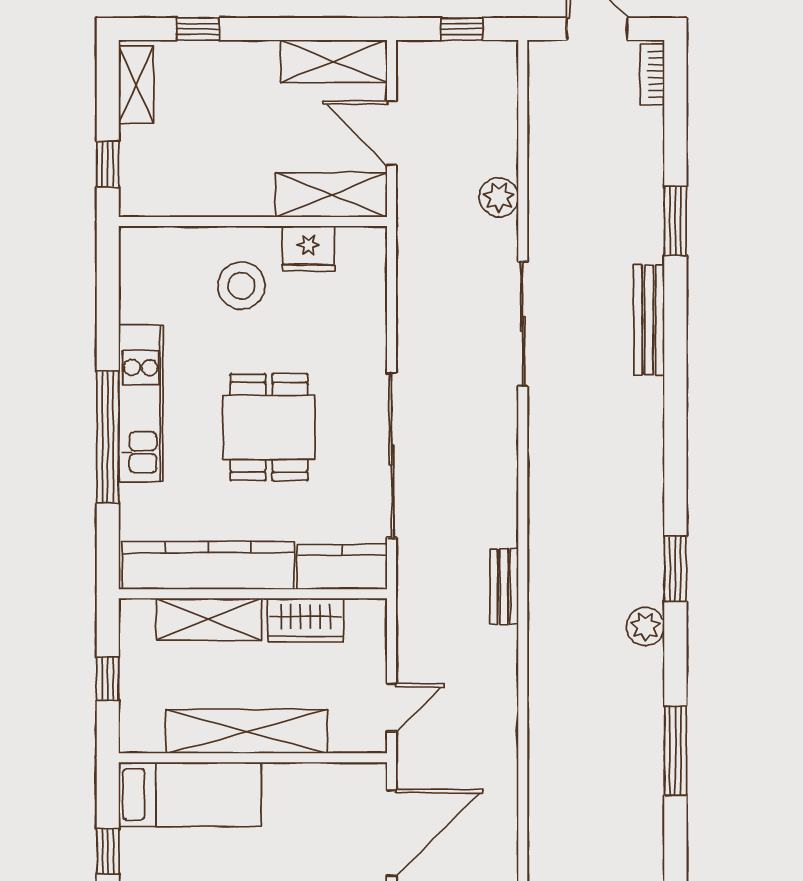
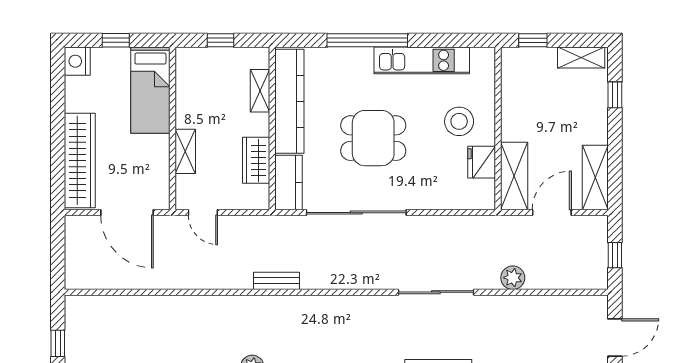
kitchen unit: (141, 404) -> (422, 60), moved
shelving: (209, 619) -> (260, 91), width x0.67, depth x0.75
shelving: (247, 731) -> (185, 151), width x0.45, depth x0.75

